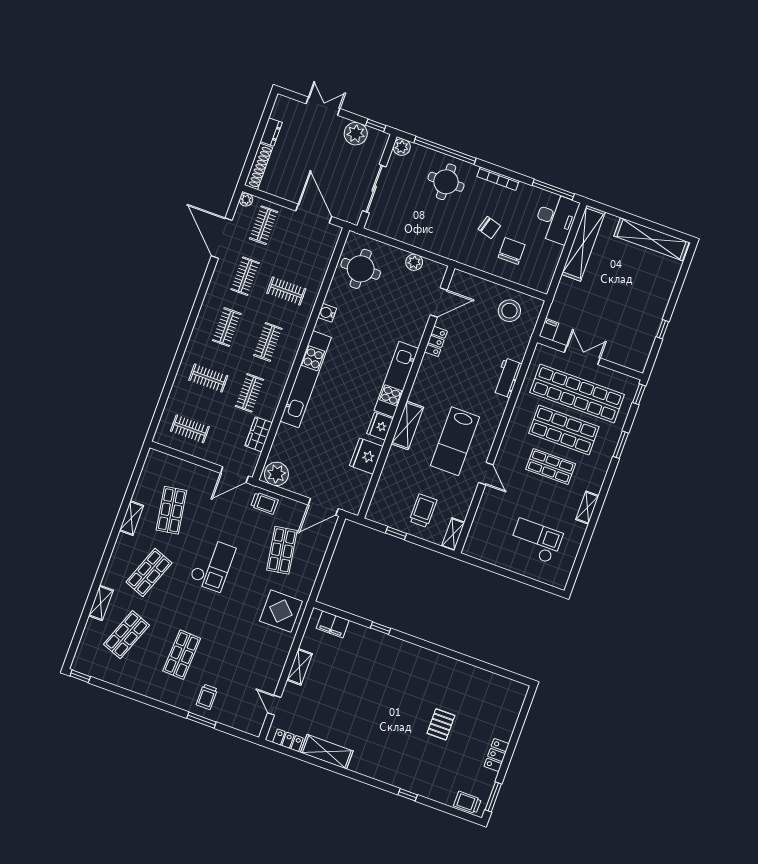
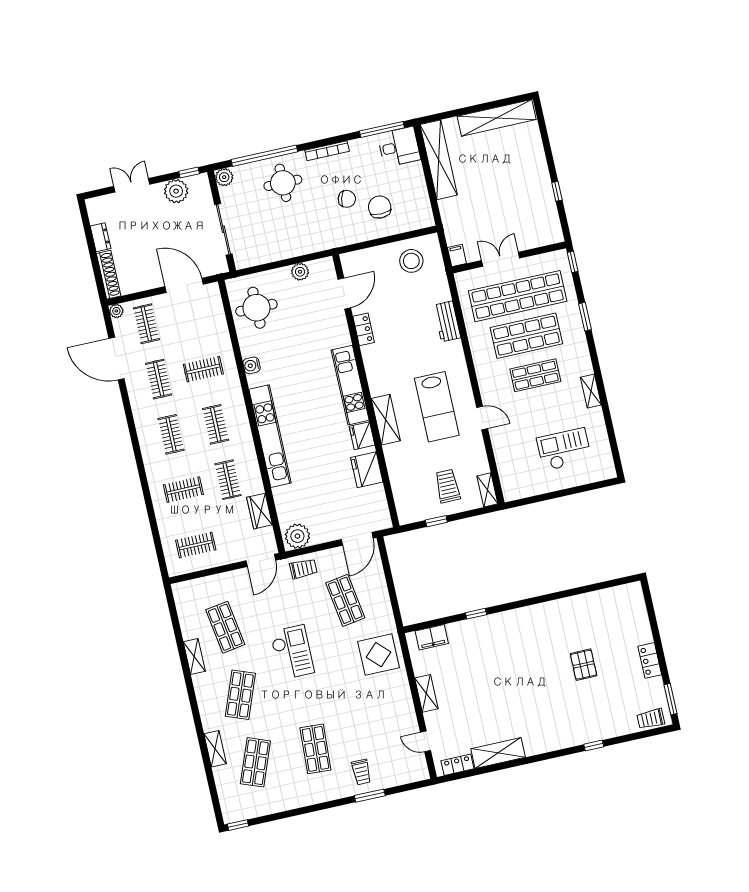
desk: (556, 218) -> (399, 147), width x0.73

